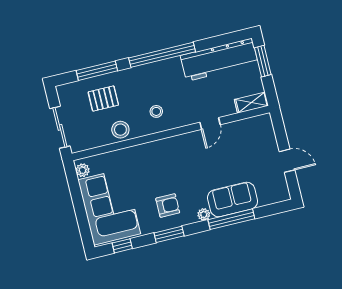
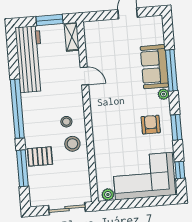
window: (263, 61) -> (49, 20), moved
pallet: (103, 99) -> (40, 156), moved, turned 90
stool: (120, 130) -> (72, 144), moved

